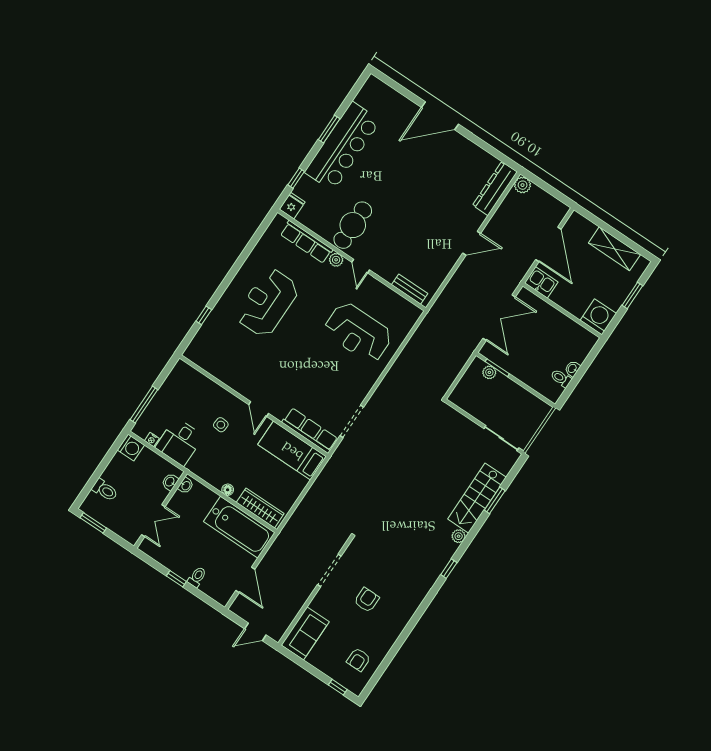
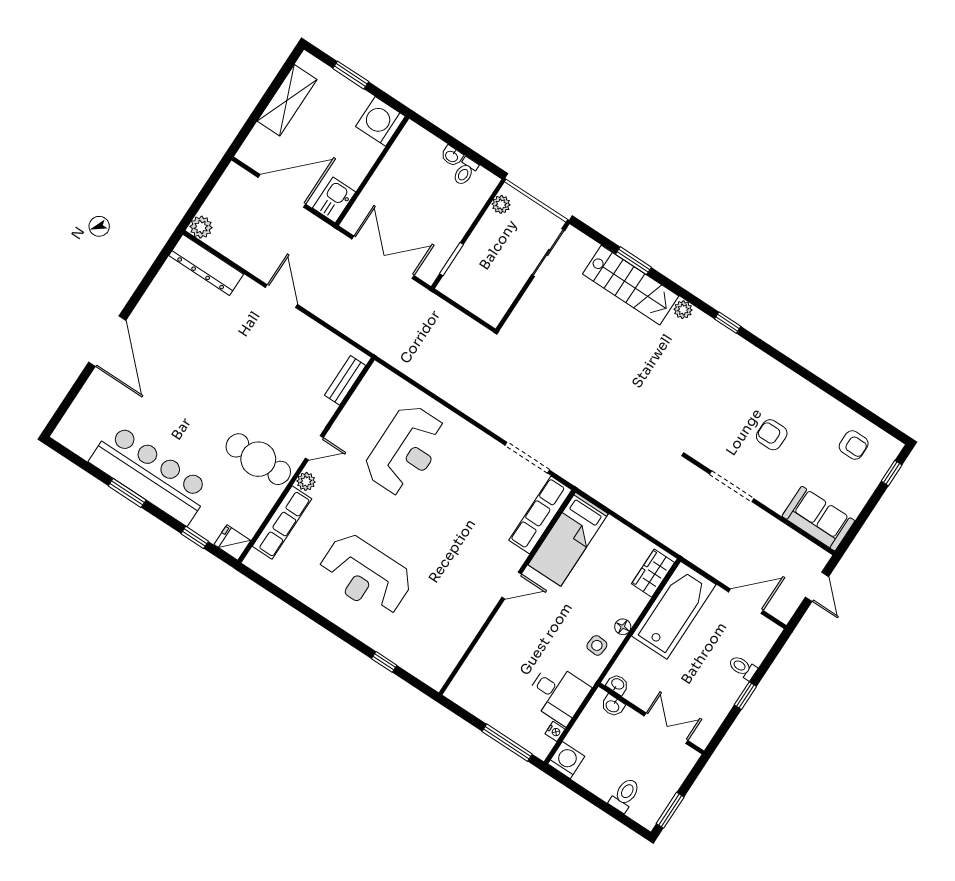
plant: (489, 372) -> (501, 204), moved
side table: (221, 425) -> (597, 645), moved
wardrobe: (260, 508) -> (653, 573), width x0.67

